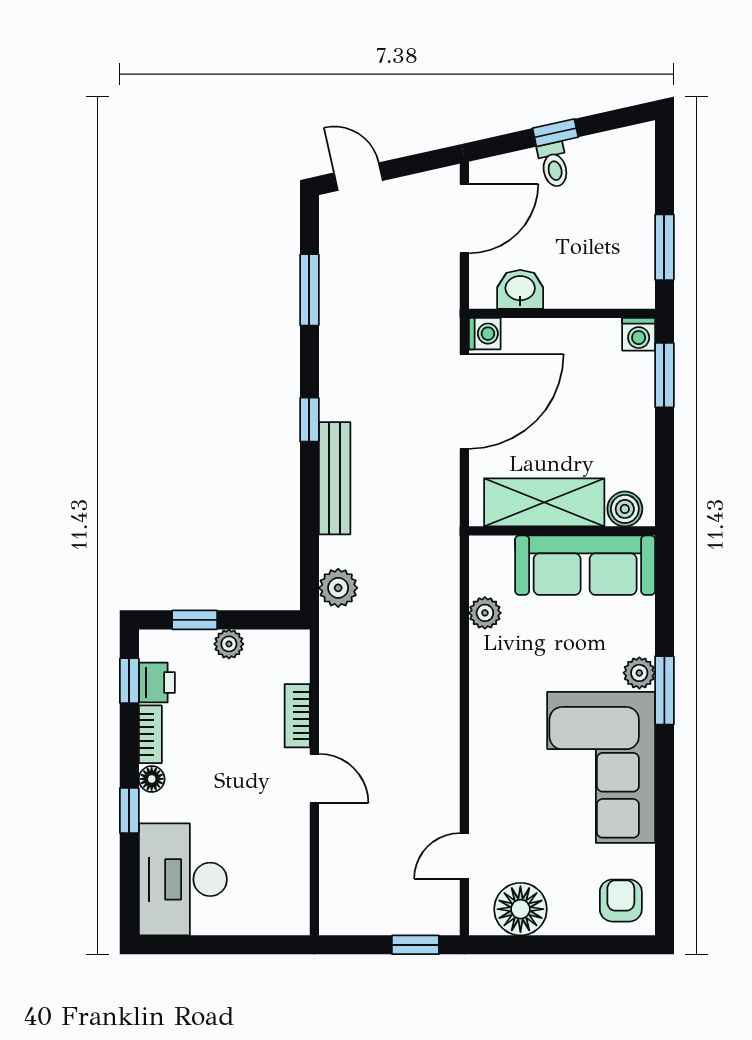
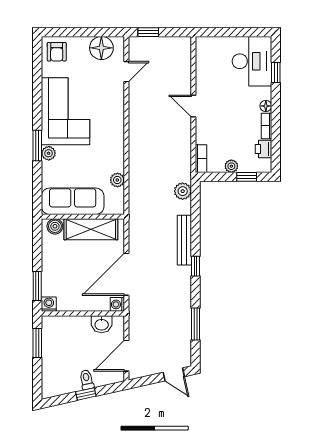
window: (129, 681) -> (276, 150), removed
bookcase: (297, 716) -> (201, 159), moved
window: (129, 810) -> (276, 73), moved

